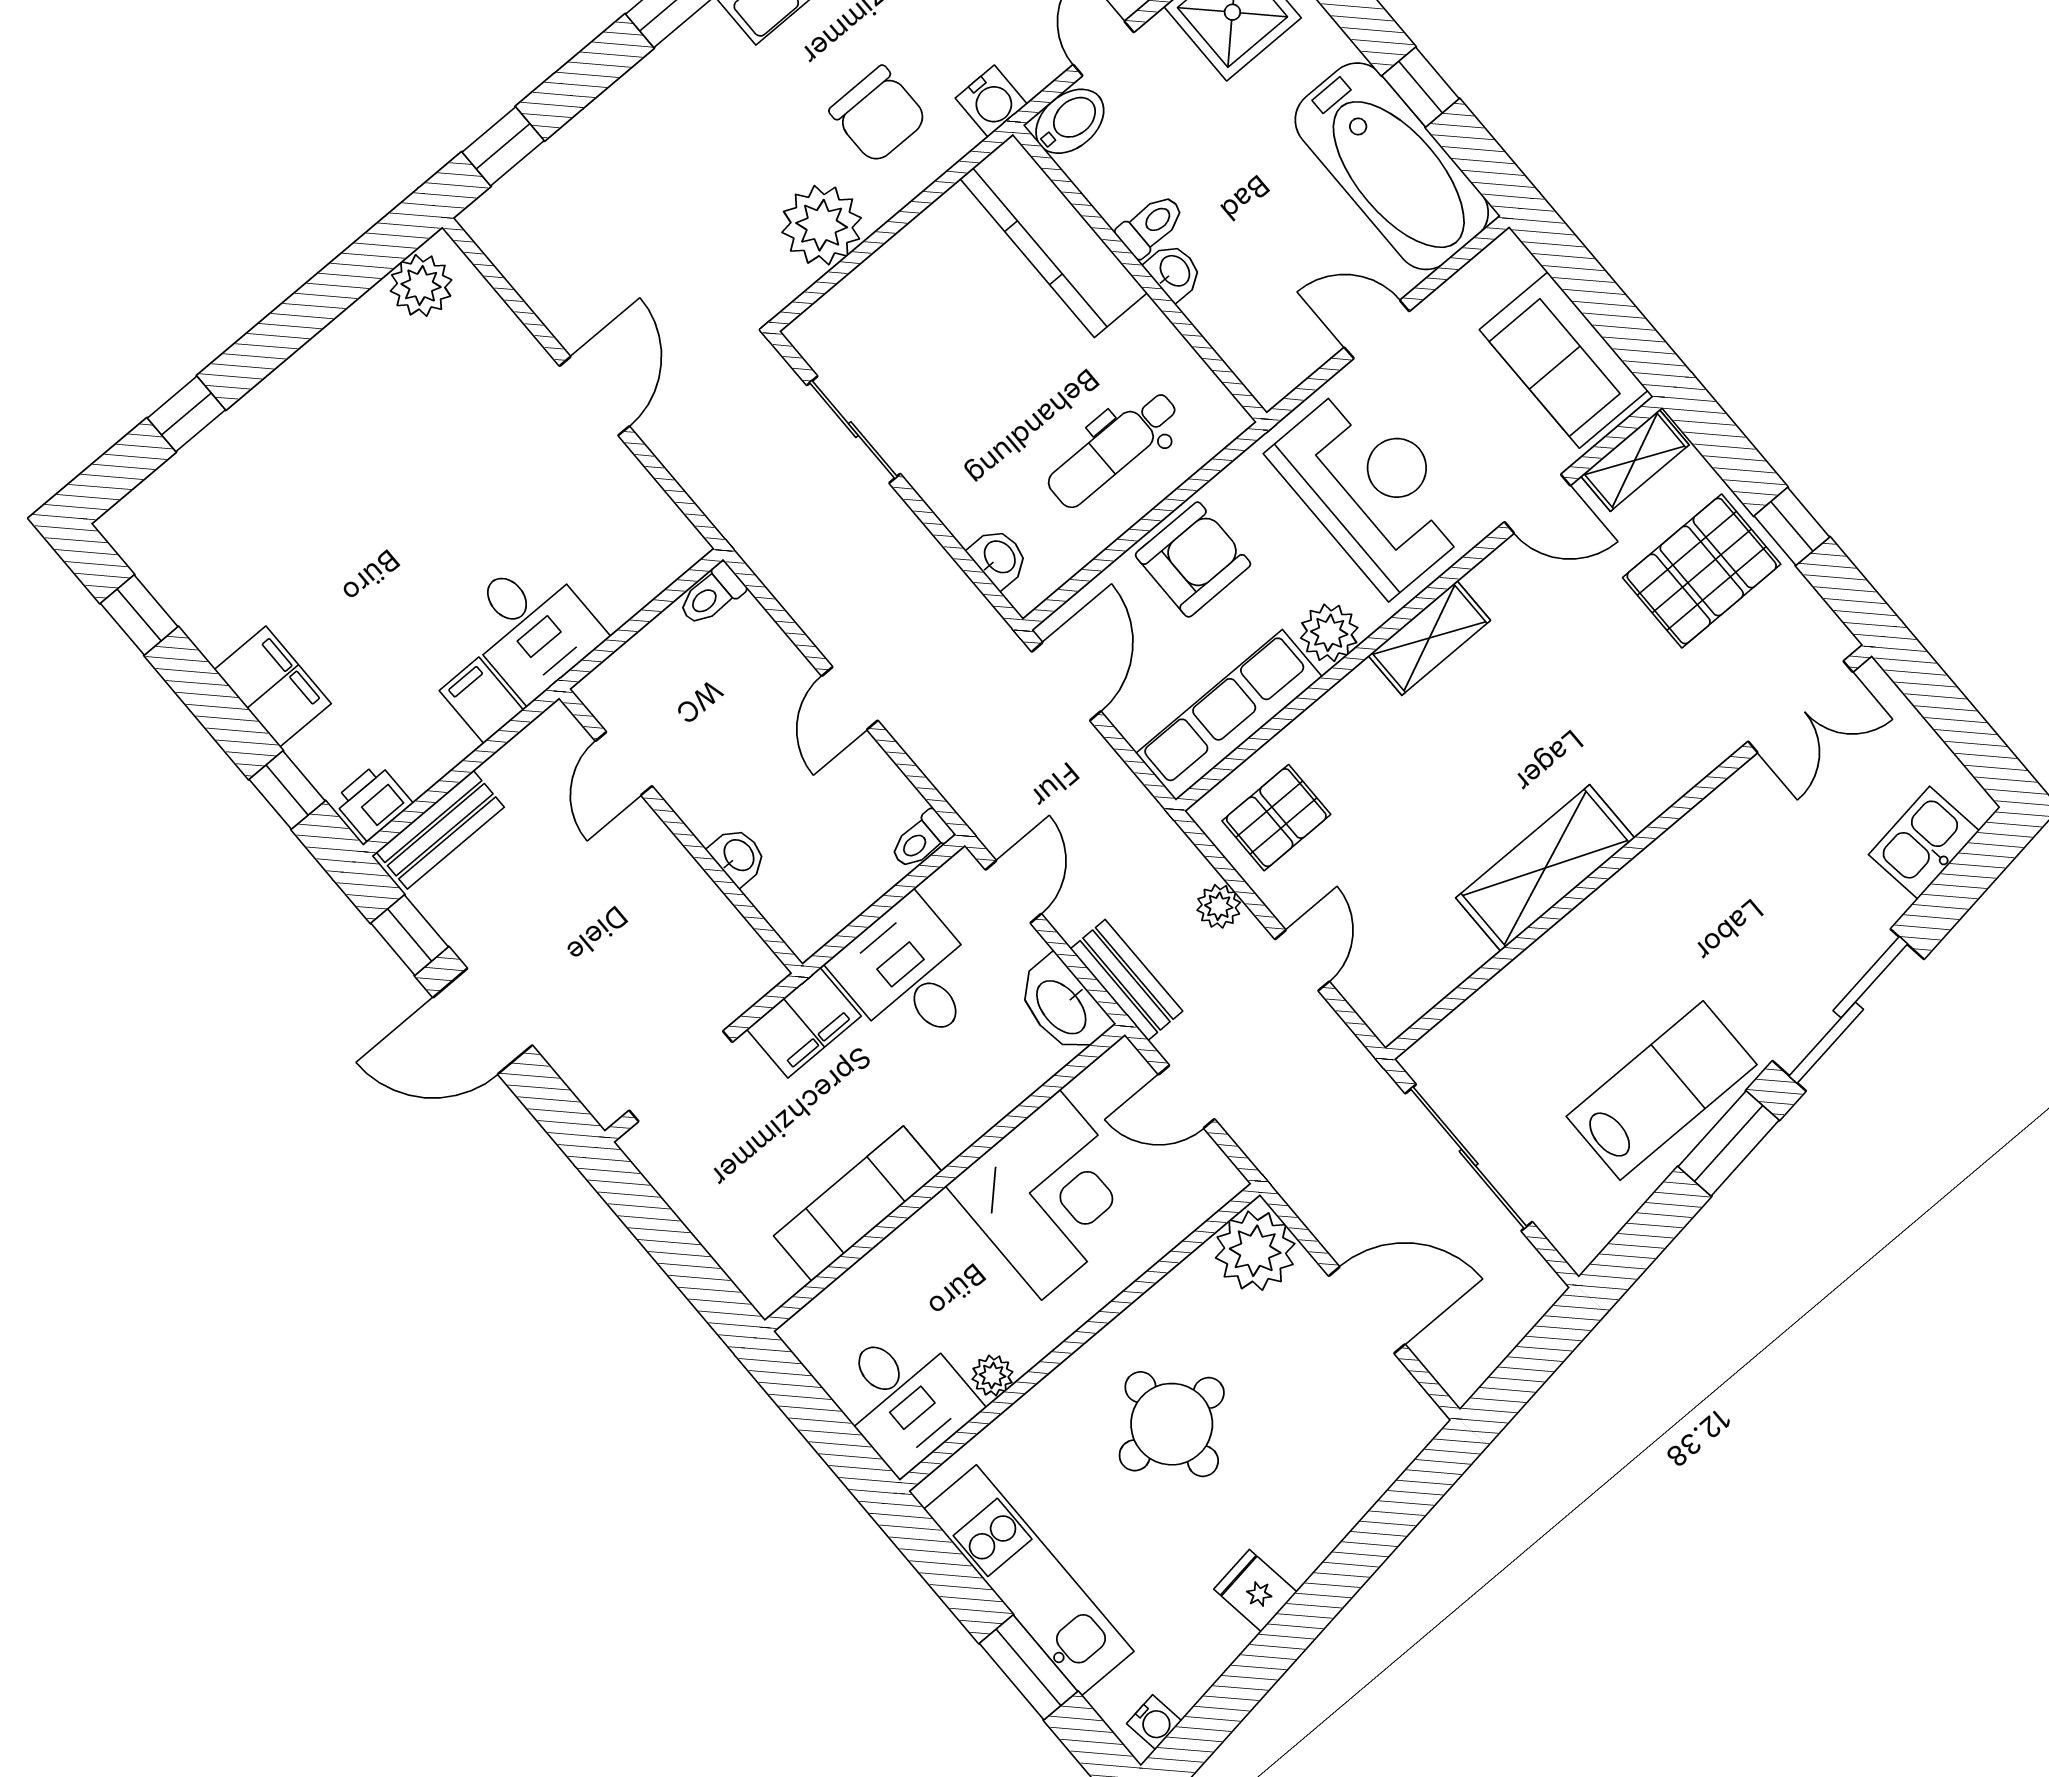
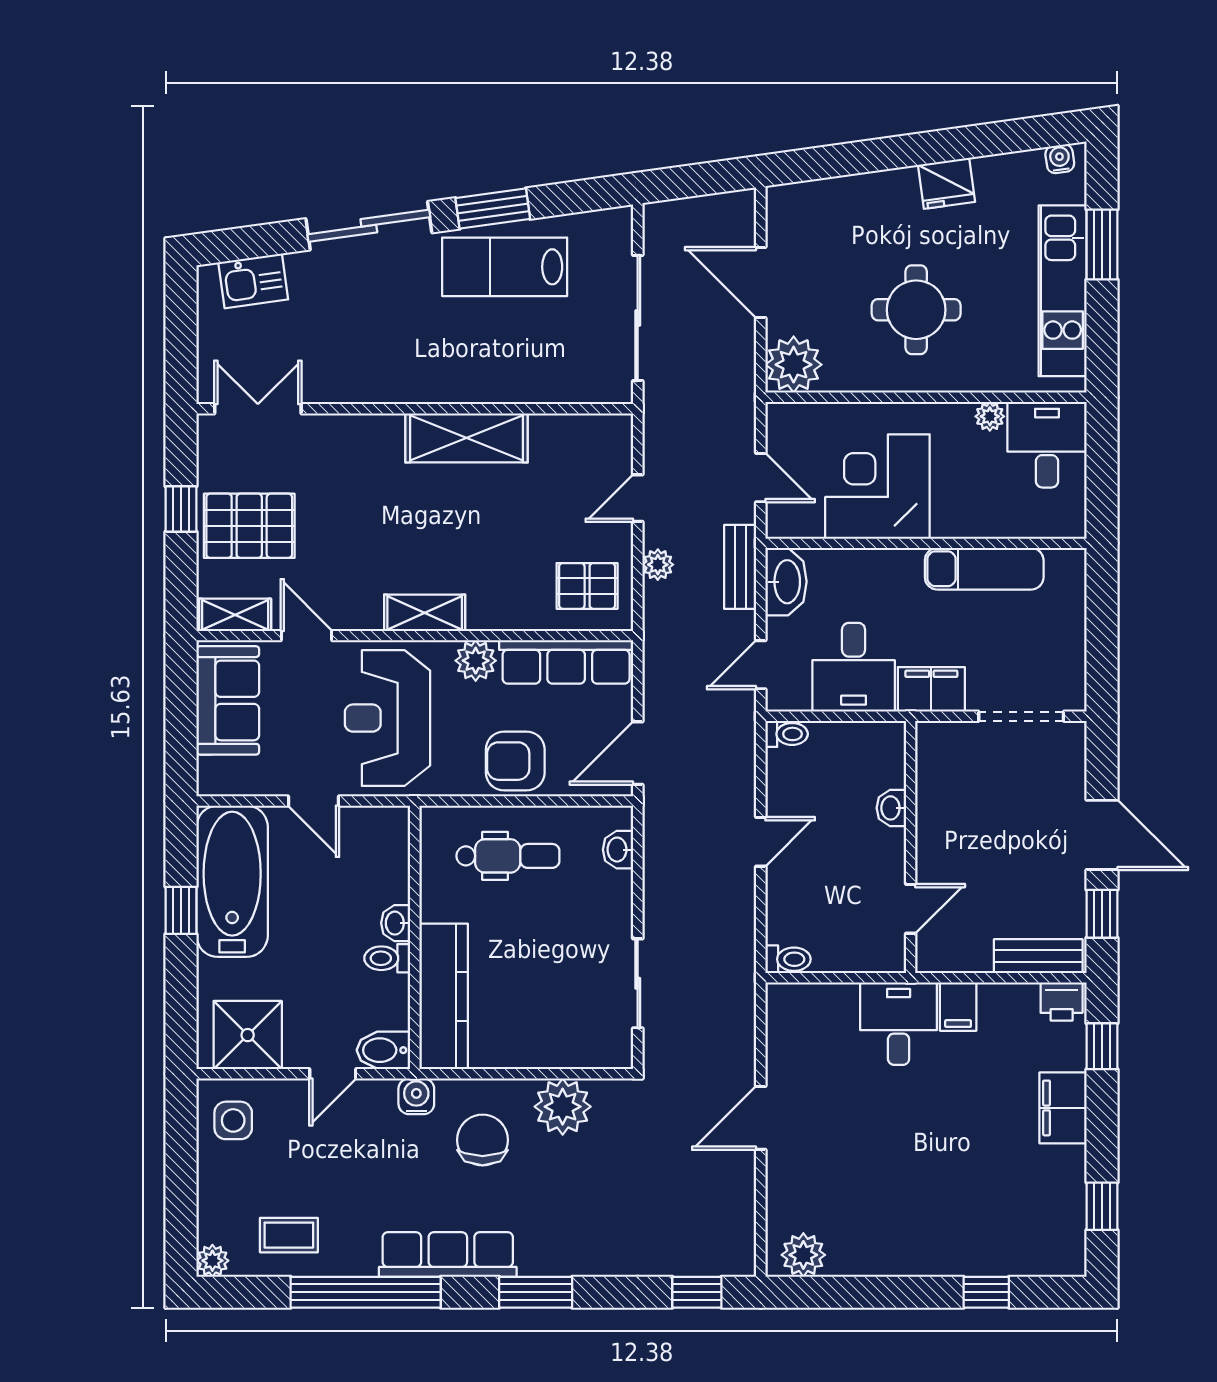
fridge: (1255, 1591) -> (947, 183), width x1.38

